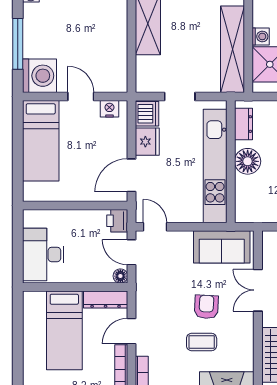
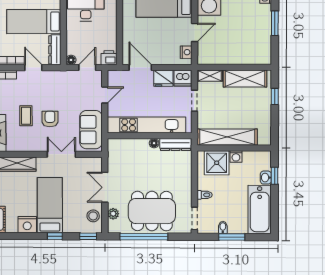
shelving: (143, 74) -> (210, 76), added
dresser: (243, 124) -> (175, 145), width x1.44
floor lamp: (248, 161) -> (154, 143), width x0.53, depth x0.53
door: (155, 227) -> (105, 95), moved
armchair: (206, 307) -> (50, 119), turned -93

